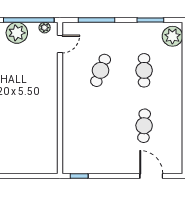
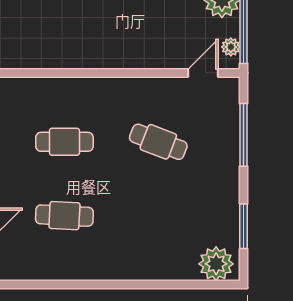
door: (60, 44) -> (203, 73), swing flipped
cafe table: (144, 70) -> (64, 142), moved

